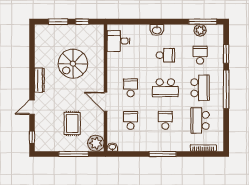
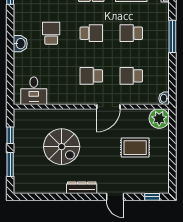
school desk: (165, 88) -> (91, 33), width x0.54
window: (74, 154) -> (172, 146), removed

